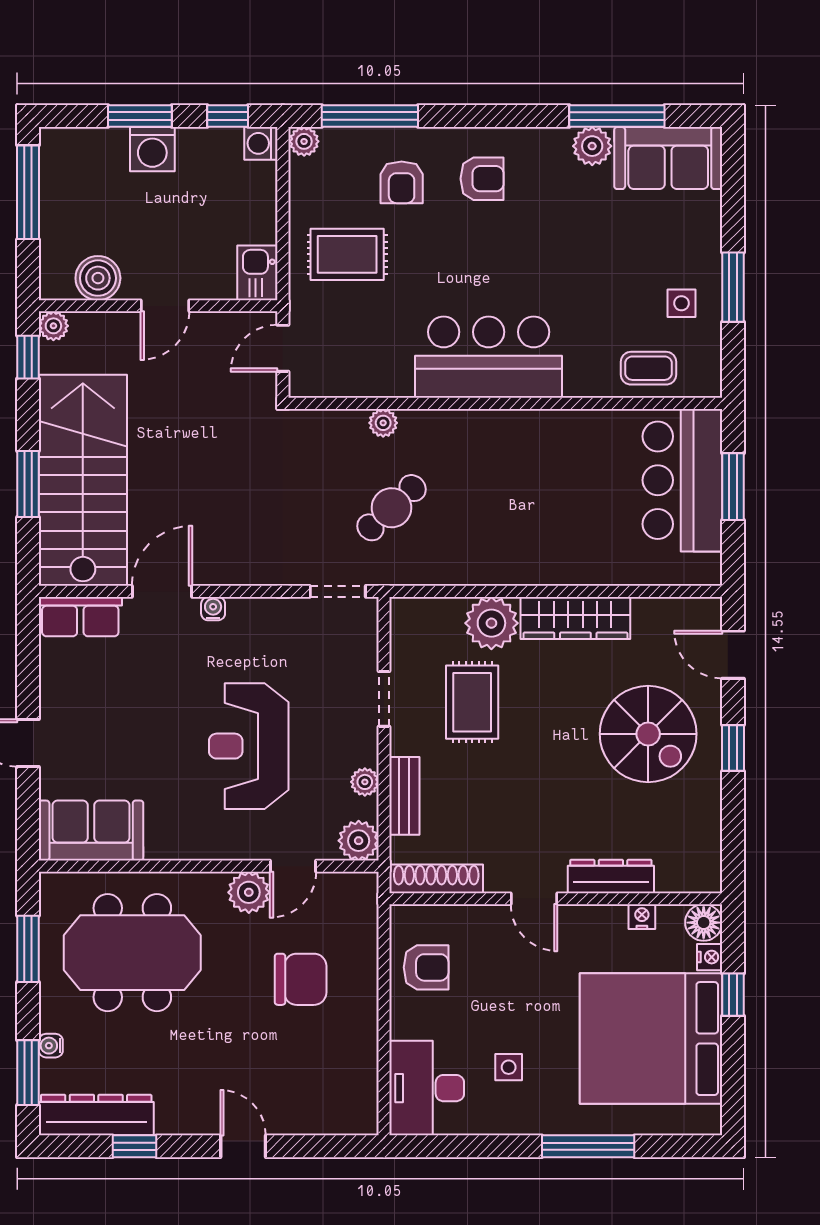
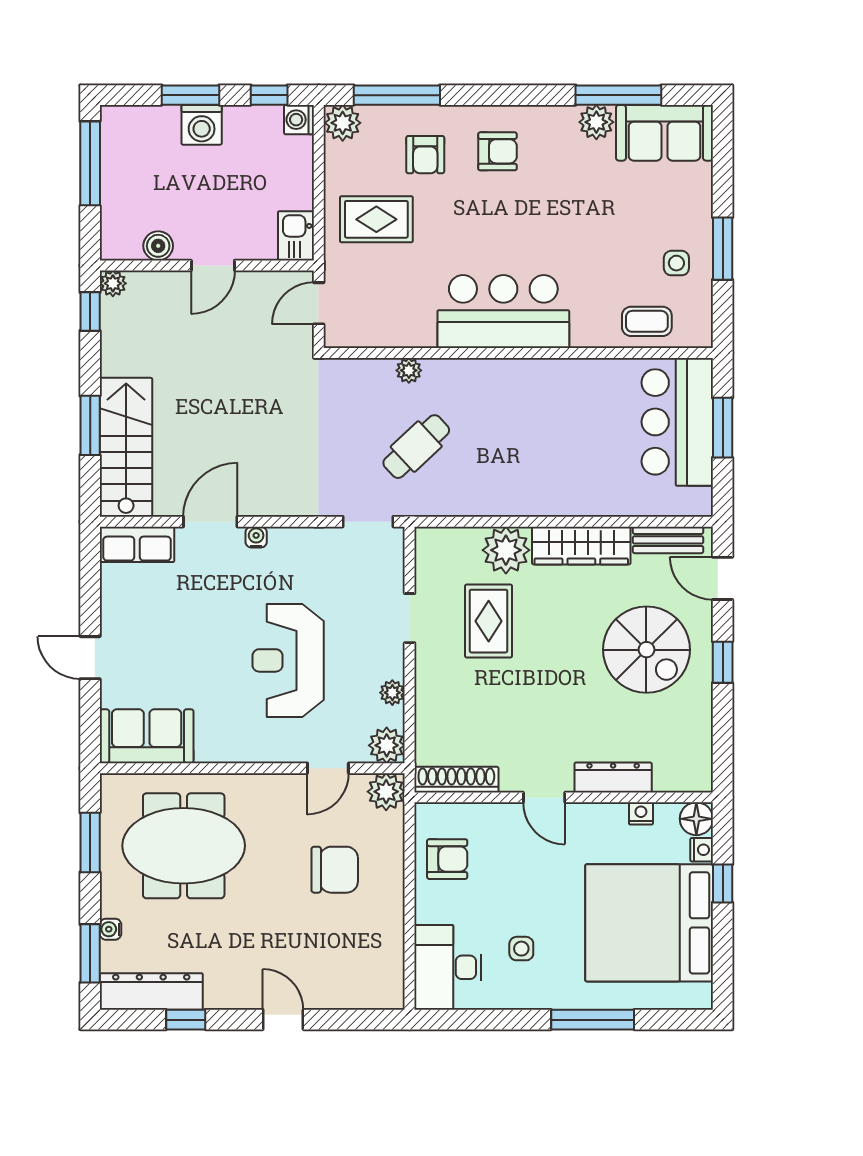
plant: (304, 141) -> (343, 123), width x1.38, depth x1.38
boiler: (98, 278) -> (158, 246), width x0.73, depth x0.73
stairs: (83, 480) -> (126, 447), width x0.73, depth x0.66
bench: (404, 796) -> (668, 540), moved, turned 90
plant: (249, 892) -> (386, 792), moved

